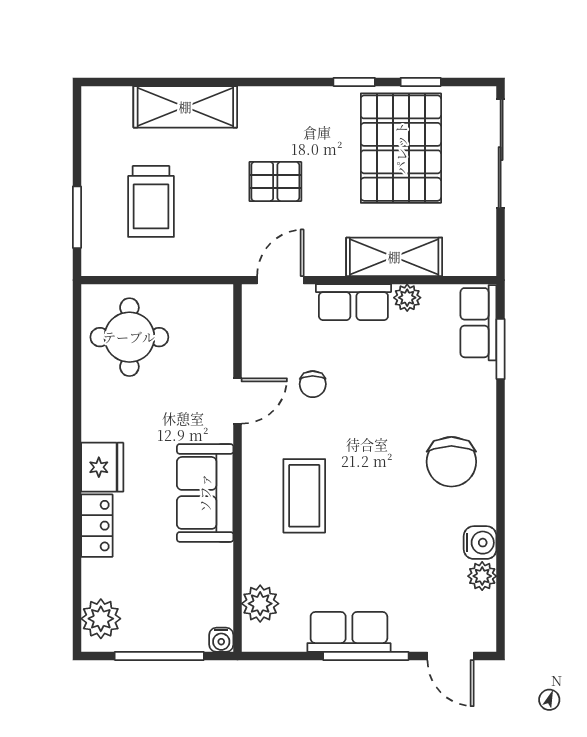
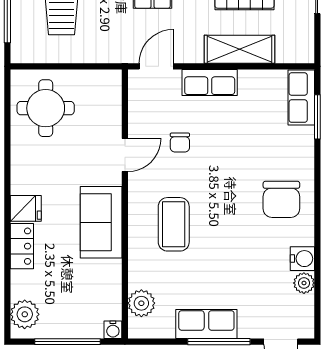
plant: (407, 298) -> (249, 79), removed
fridge: (102, 467) -> (26, 208), width x0.72

